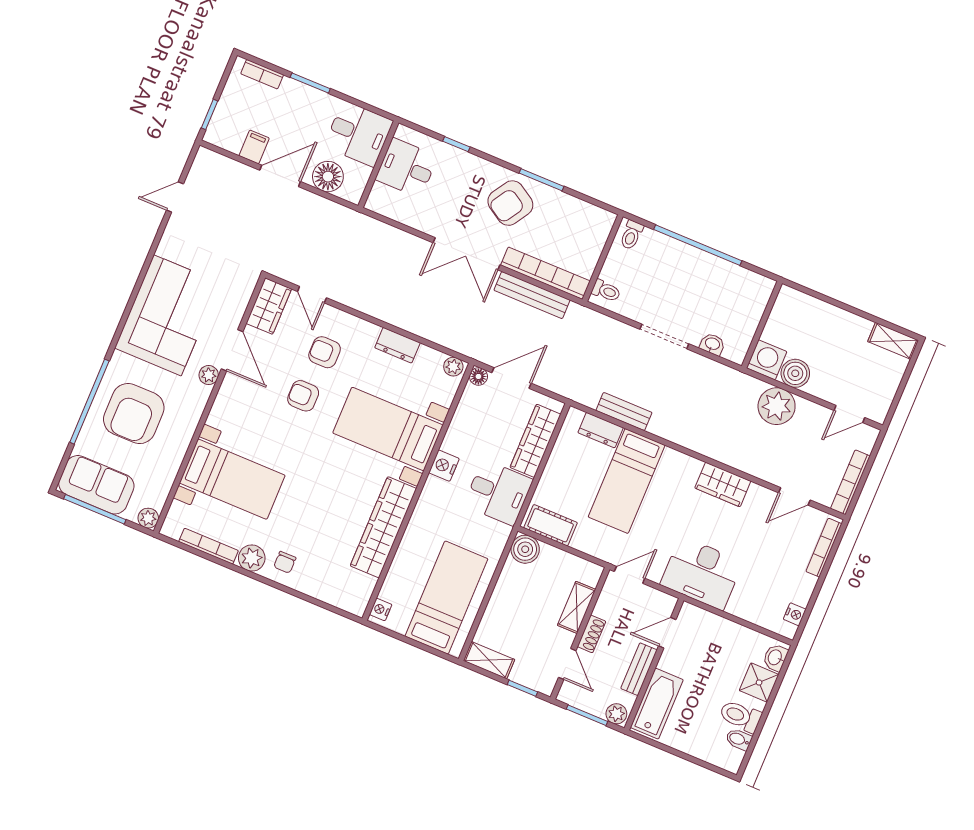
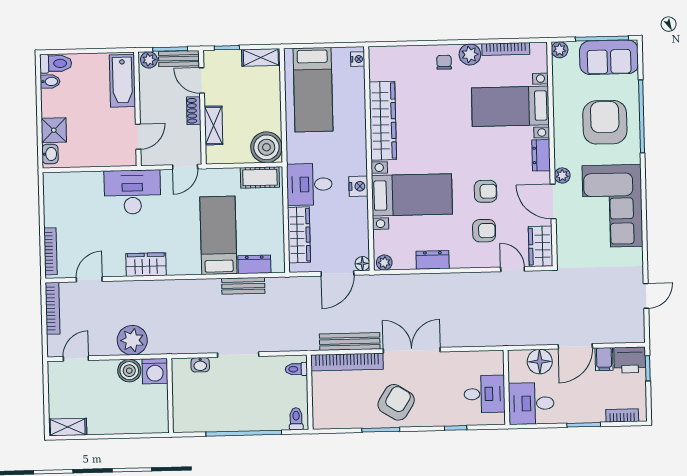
printer: (225, 133) -> (630, 360), added
dresser: (222, 408) -> (541, 155), added
boiler: (525, 549) -> (266, 147), width x1.37, depth x1.37
nightstand: (795, 614) -> (50, 192), removed
bench: (639, 669) -> (179, 59), moved, turned 90
toilet: (740, 716) -> (56, 63), moved

